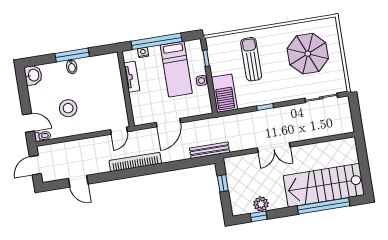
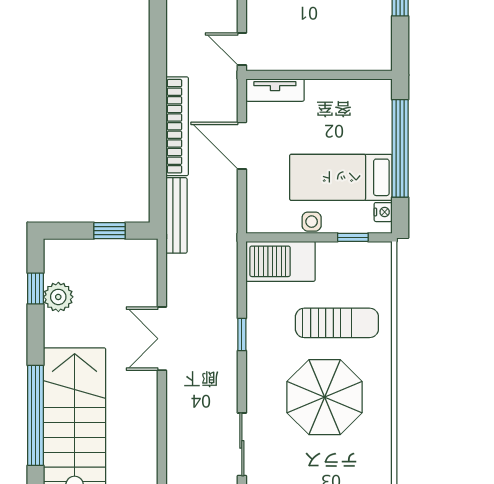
nightstand: (143, 52) -> (383, 212), moved
parasol: (308, 54) -> (325, 397), moved
tv unit: (132, 77) -> (275, 90), moved
bookcase: (135, 162) -> (177, 126), moved

